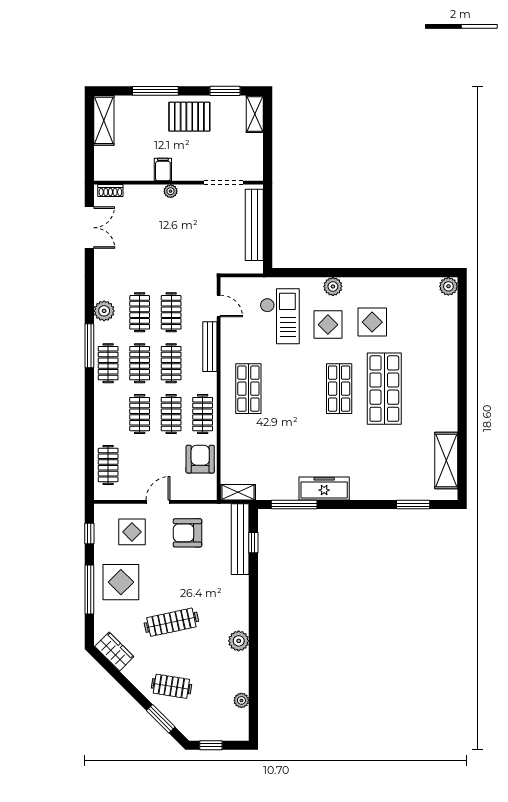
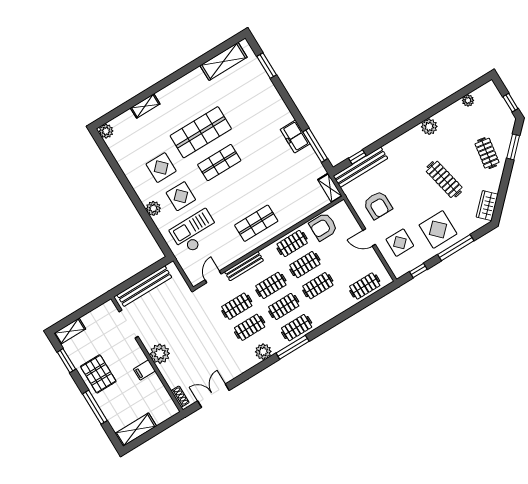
plant: (171, 191) -> (160, 354), width x1.88, depth x1.88
shelving: (450, 346) -> (145, 106), added
freezer: (324, 488) -> (295, 137), width x0.71

